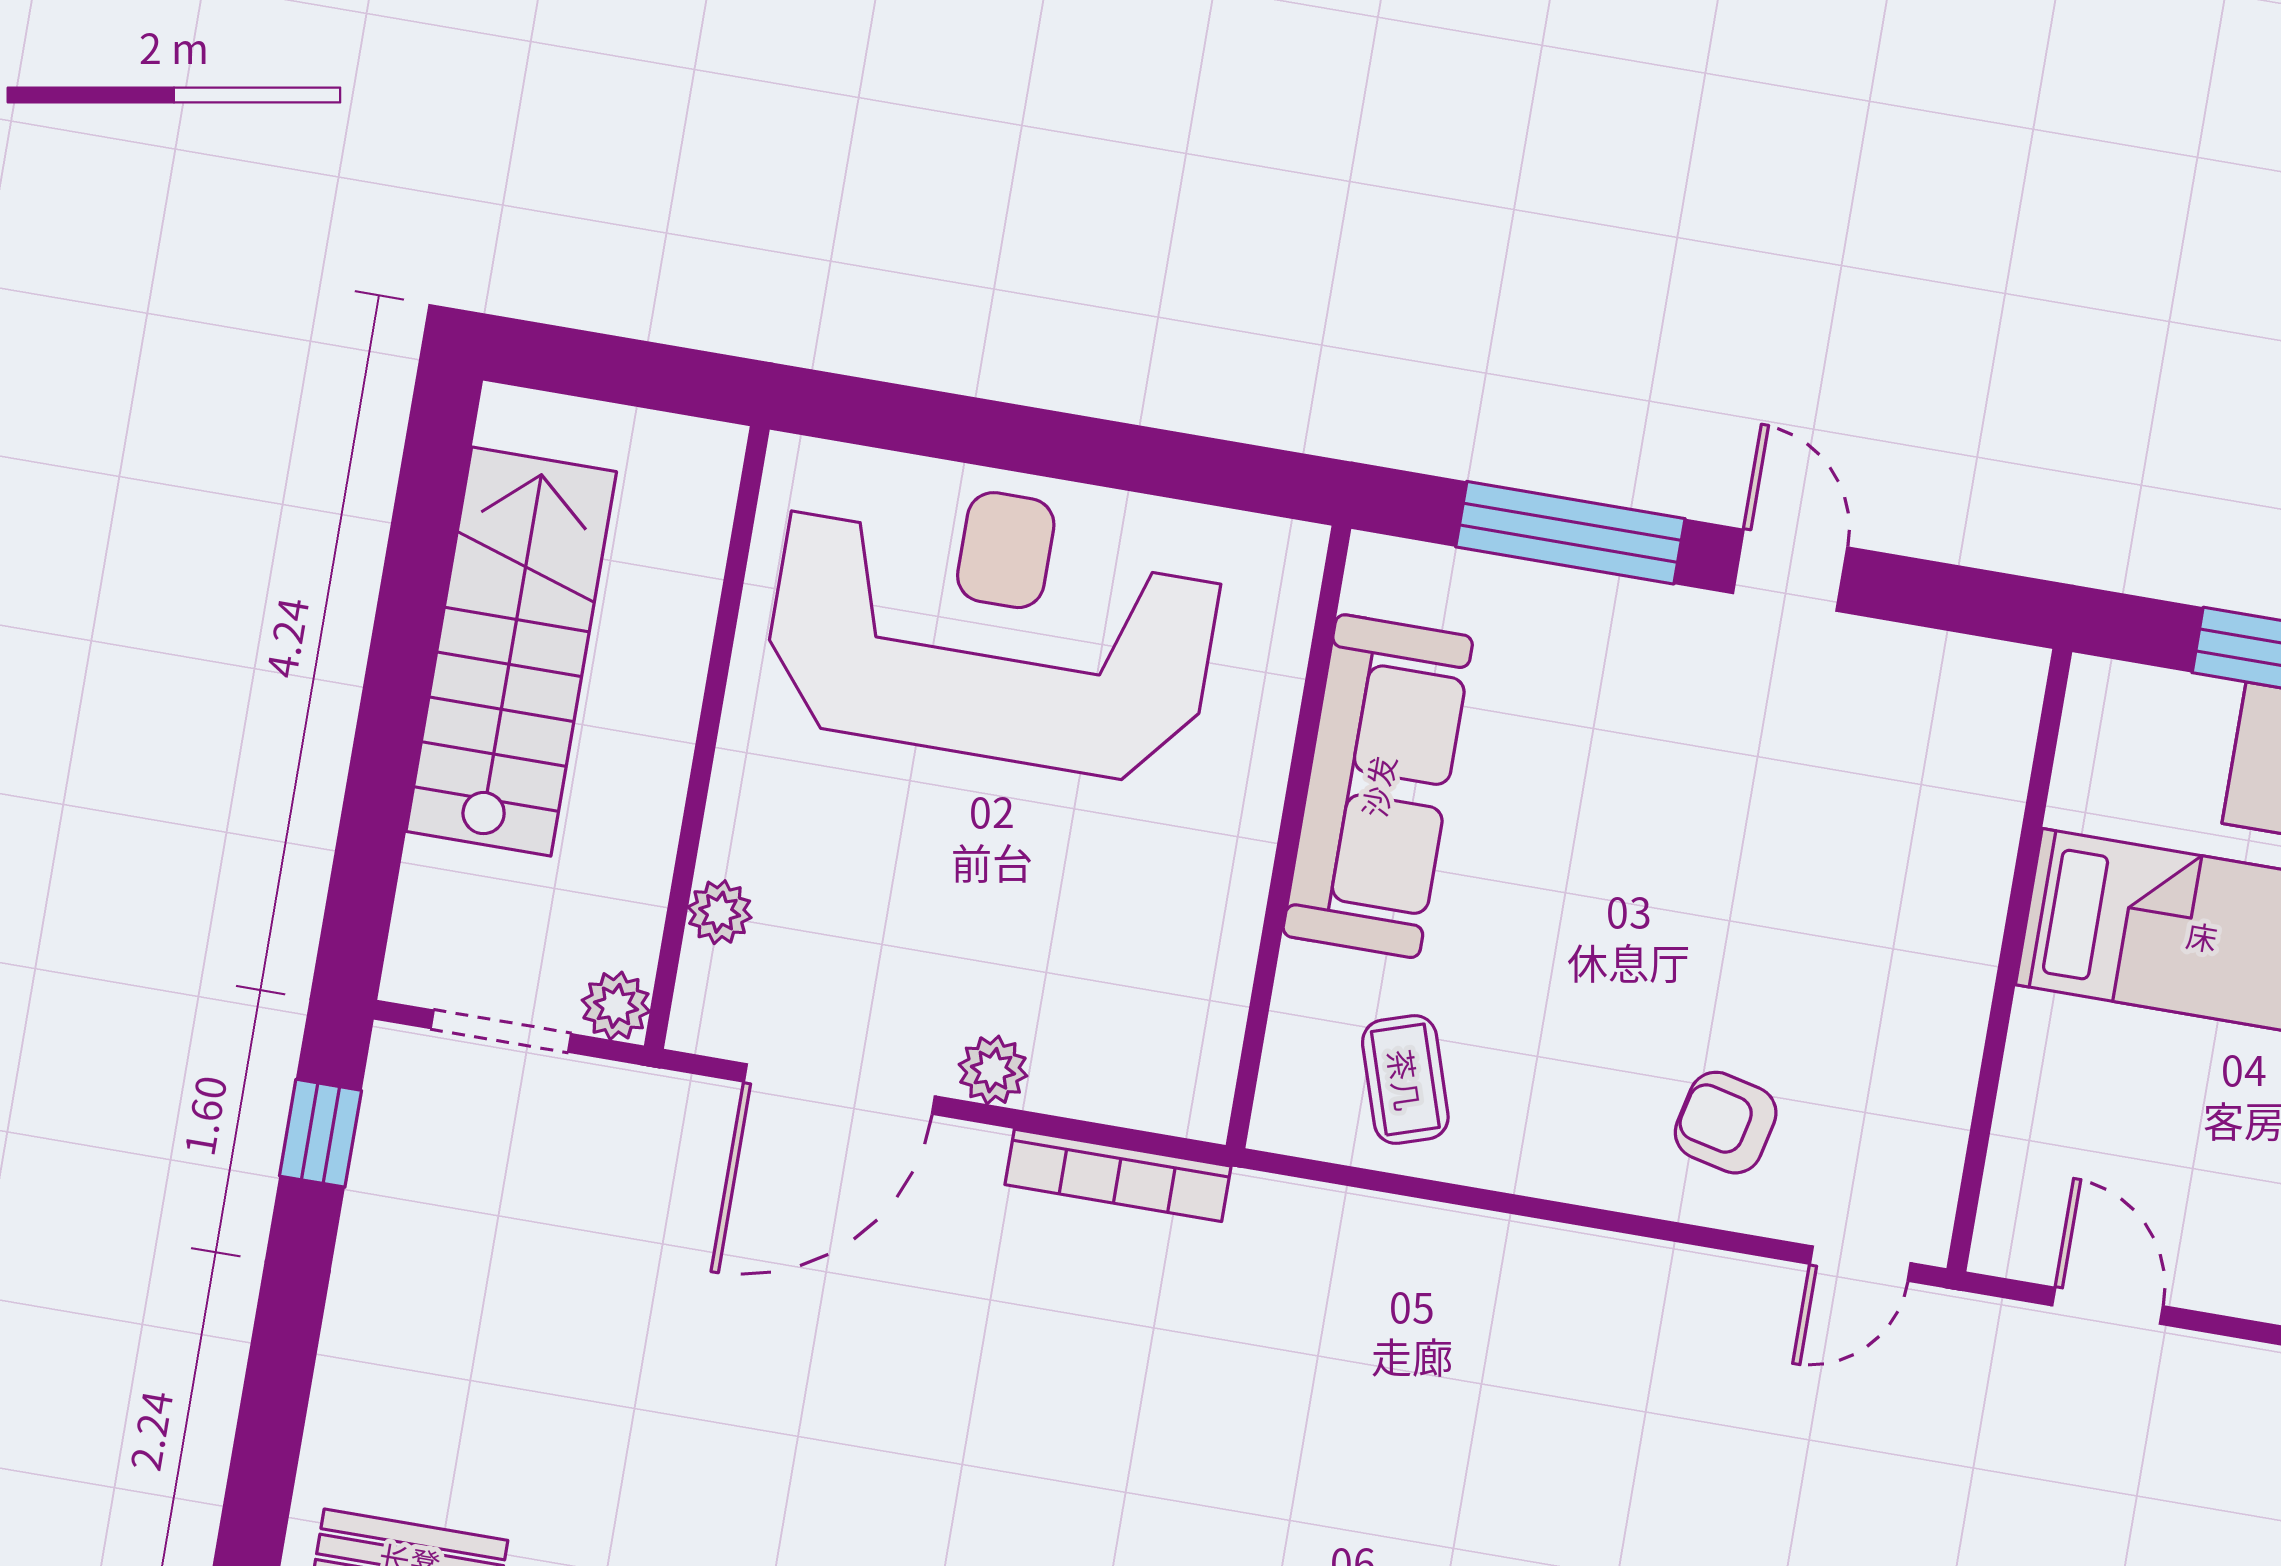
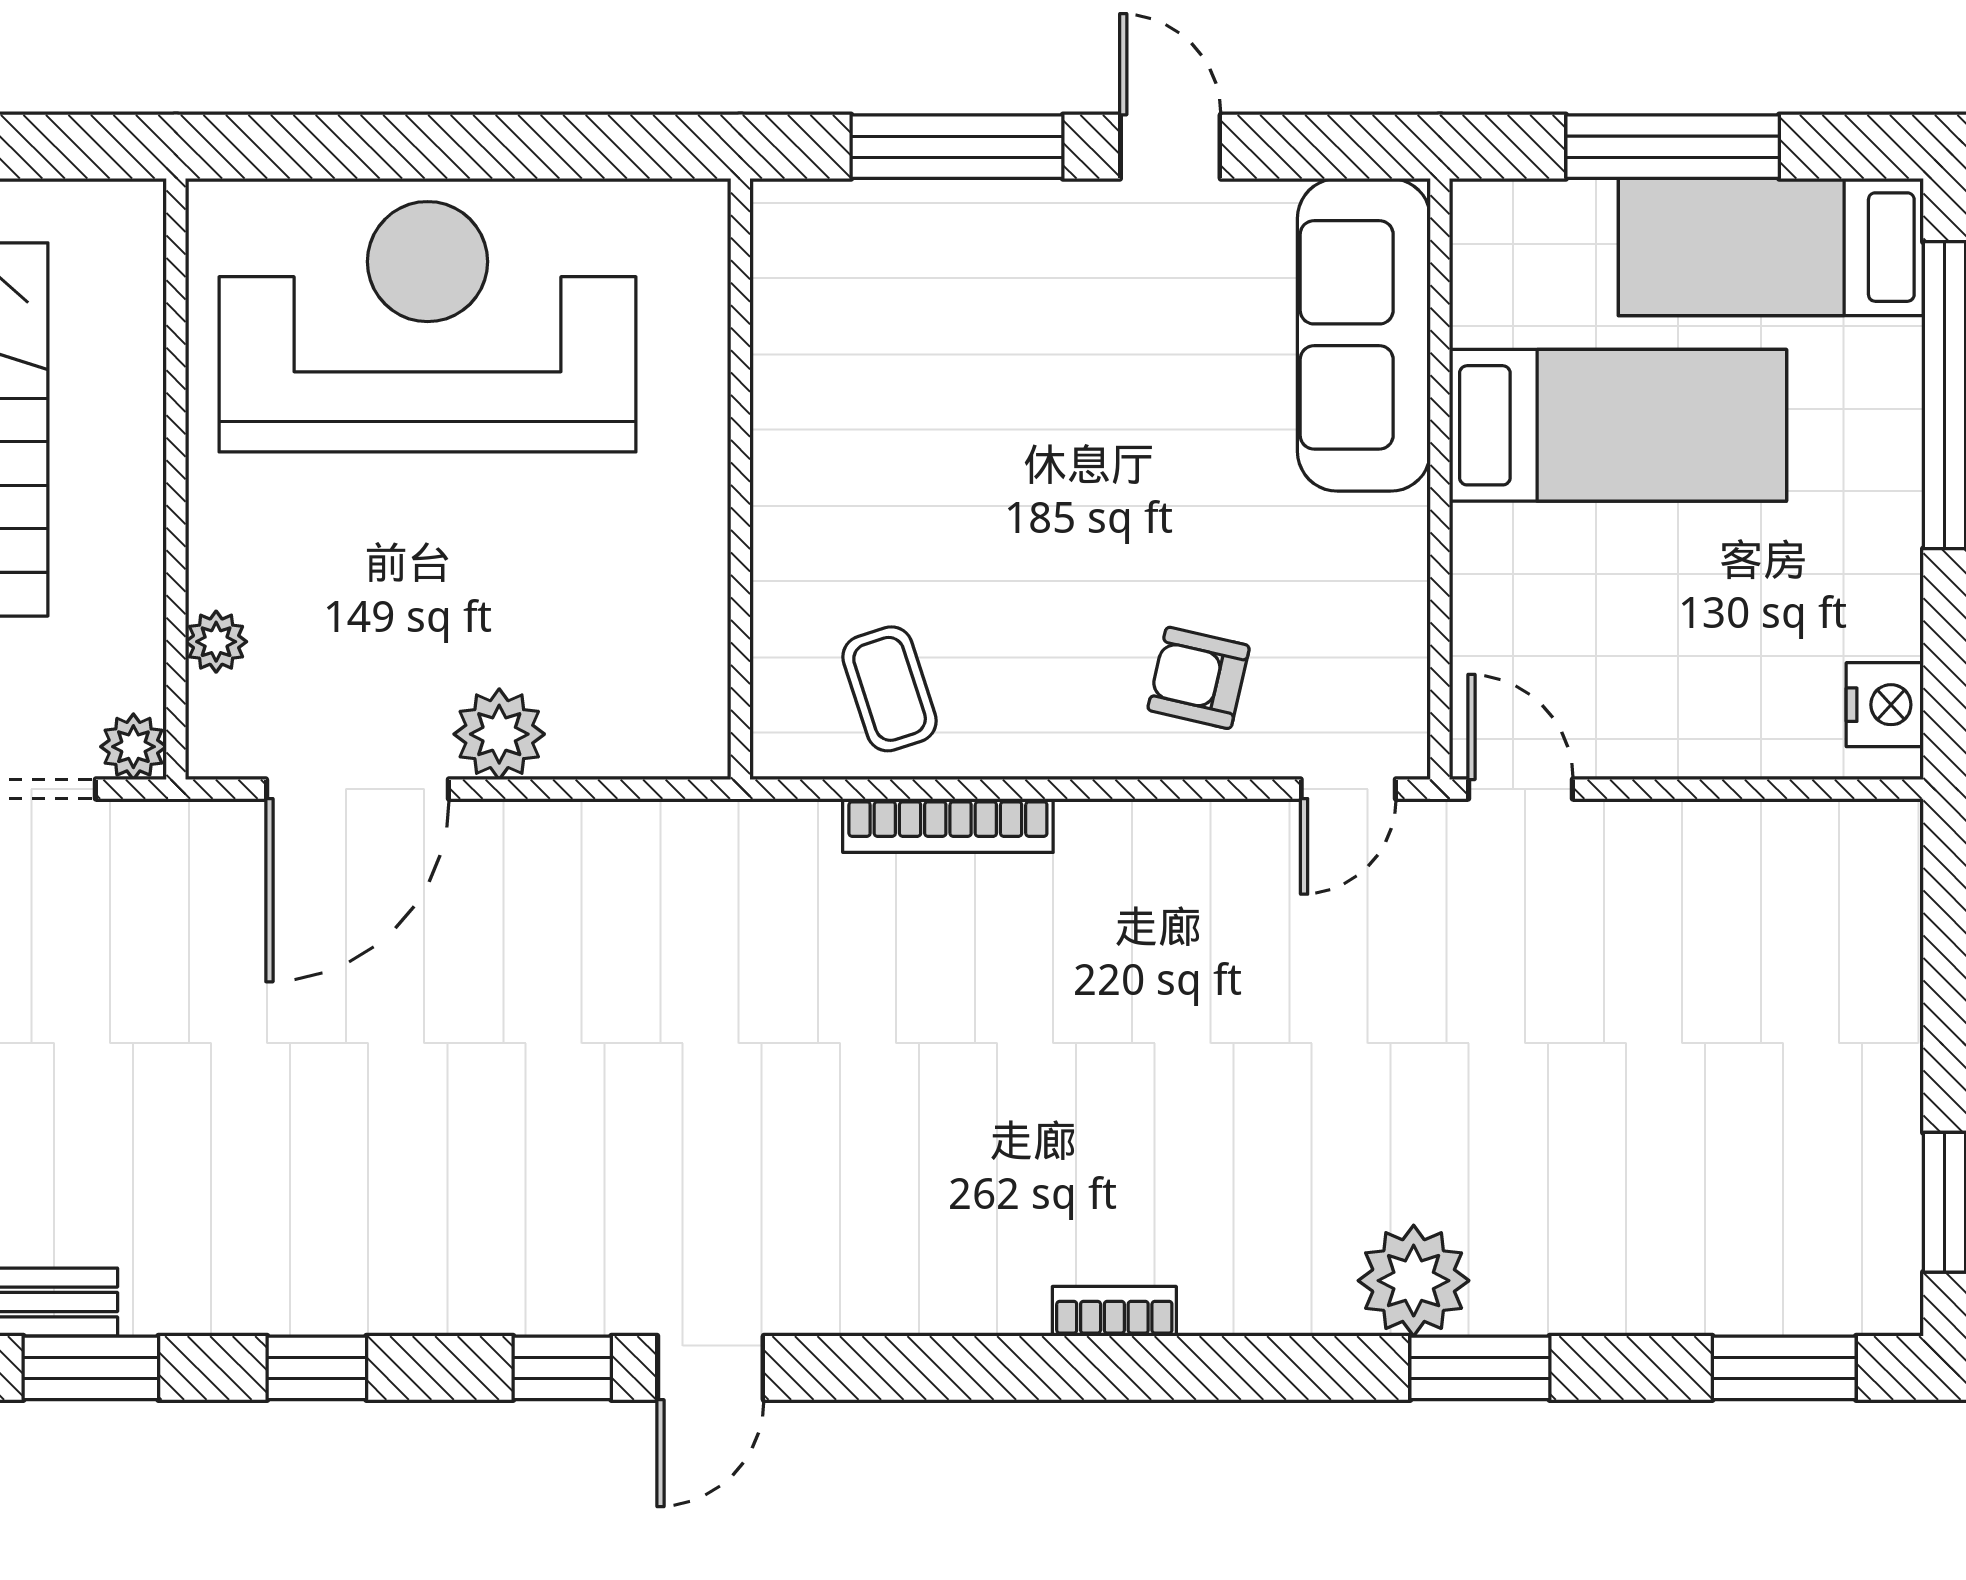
sofa: (1378, 786) -> (1364, 335), moved, turned 180
plant: (993, 1070) -> (499, 734), width x1.38, depth x1.38
bookcase: (1118, 1175) -> (948, 826), moved
door: (2108, 1306) -> (1520, 789), moved

